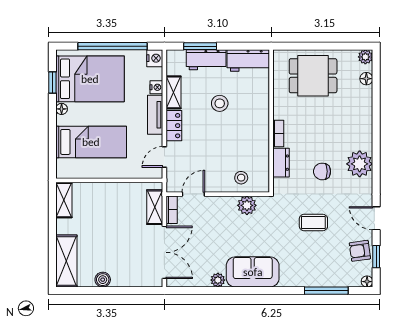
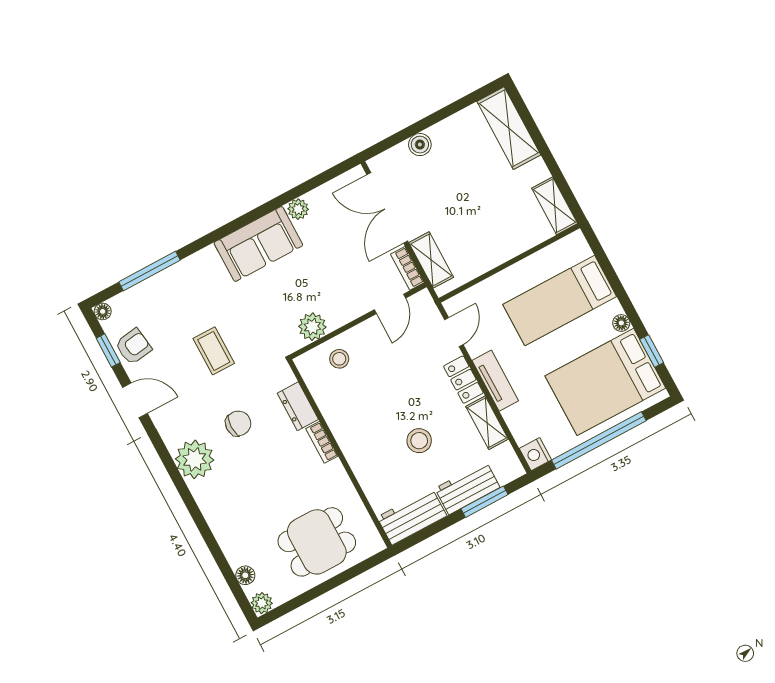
nightstand: (156, 87) -> (513, 417), removed
coffee table: (313, 222) -> (214, 351), turned 90
boiler: (103, 280) -> (420, 145), moved

